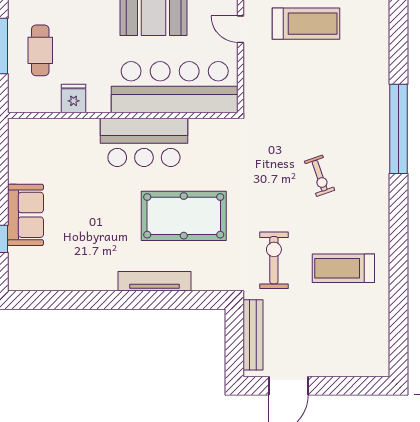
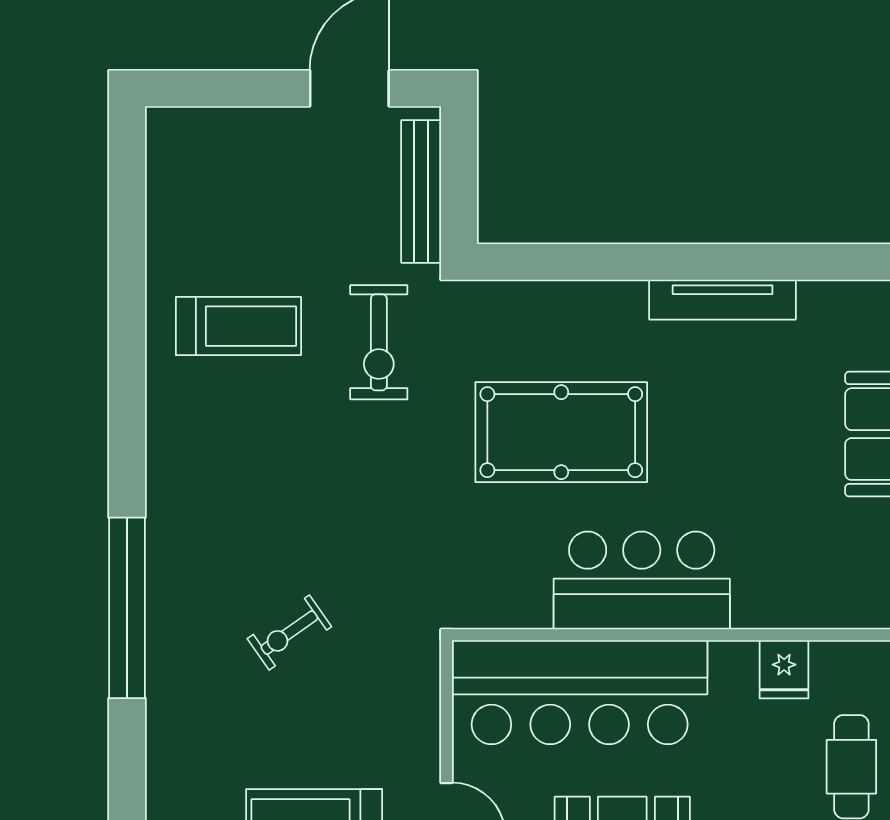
exercise bike: (320, 176) -> (289, 633), moved, turned -106
tv unit: (154, 281) -> (723, 300), moved

